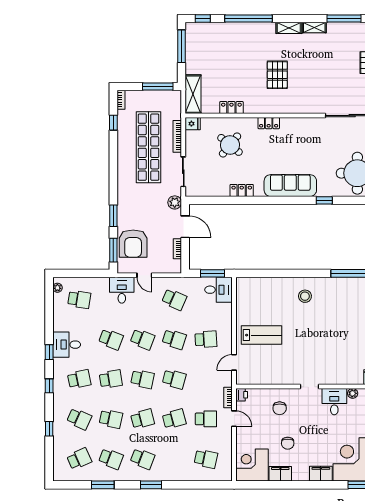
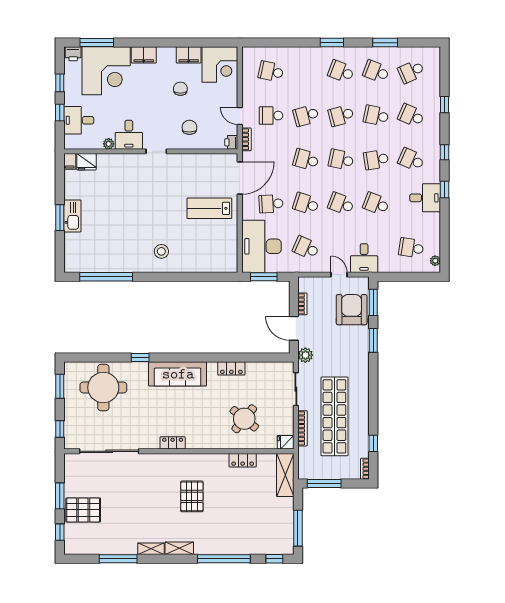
locker: (269, 123) -> (173, 443), moved
desk: (219, 290) -> (262, 246), width x1.87, depth x1.30
door: (234, 362) -> (240, 178), width x1.87
school desk: (79, 379) -> (411, 160), turned 36

